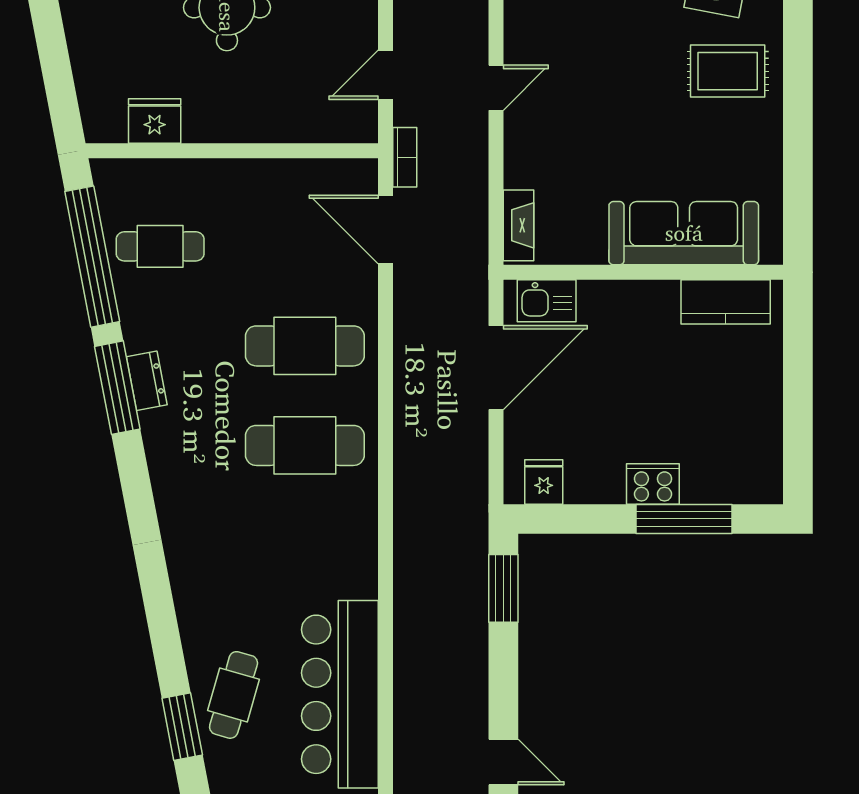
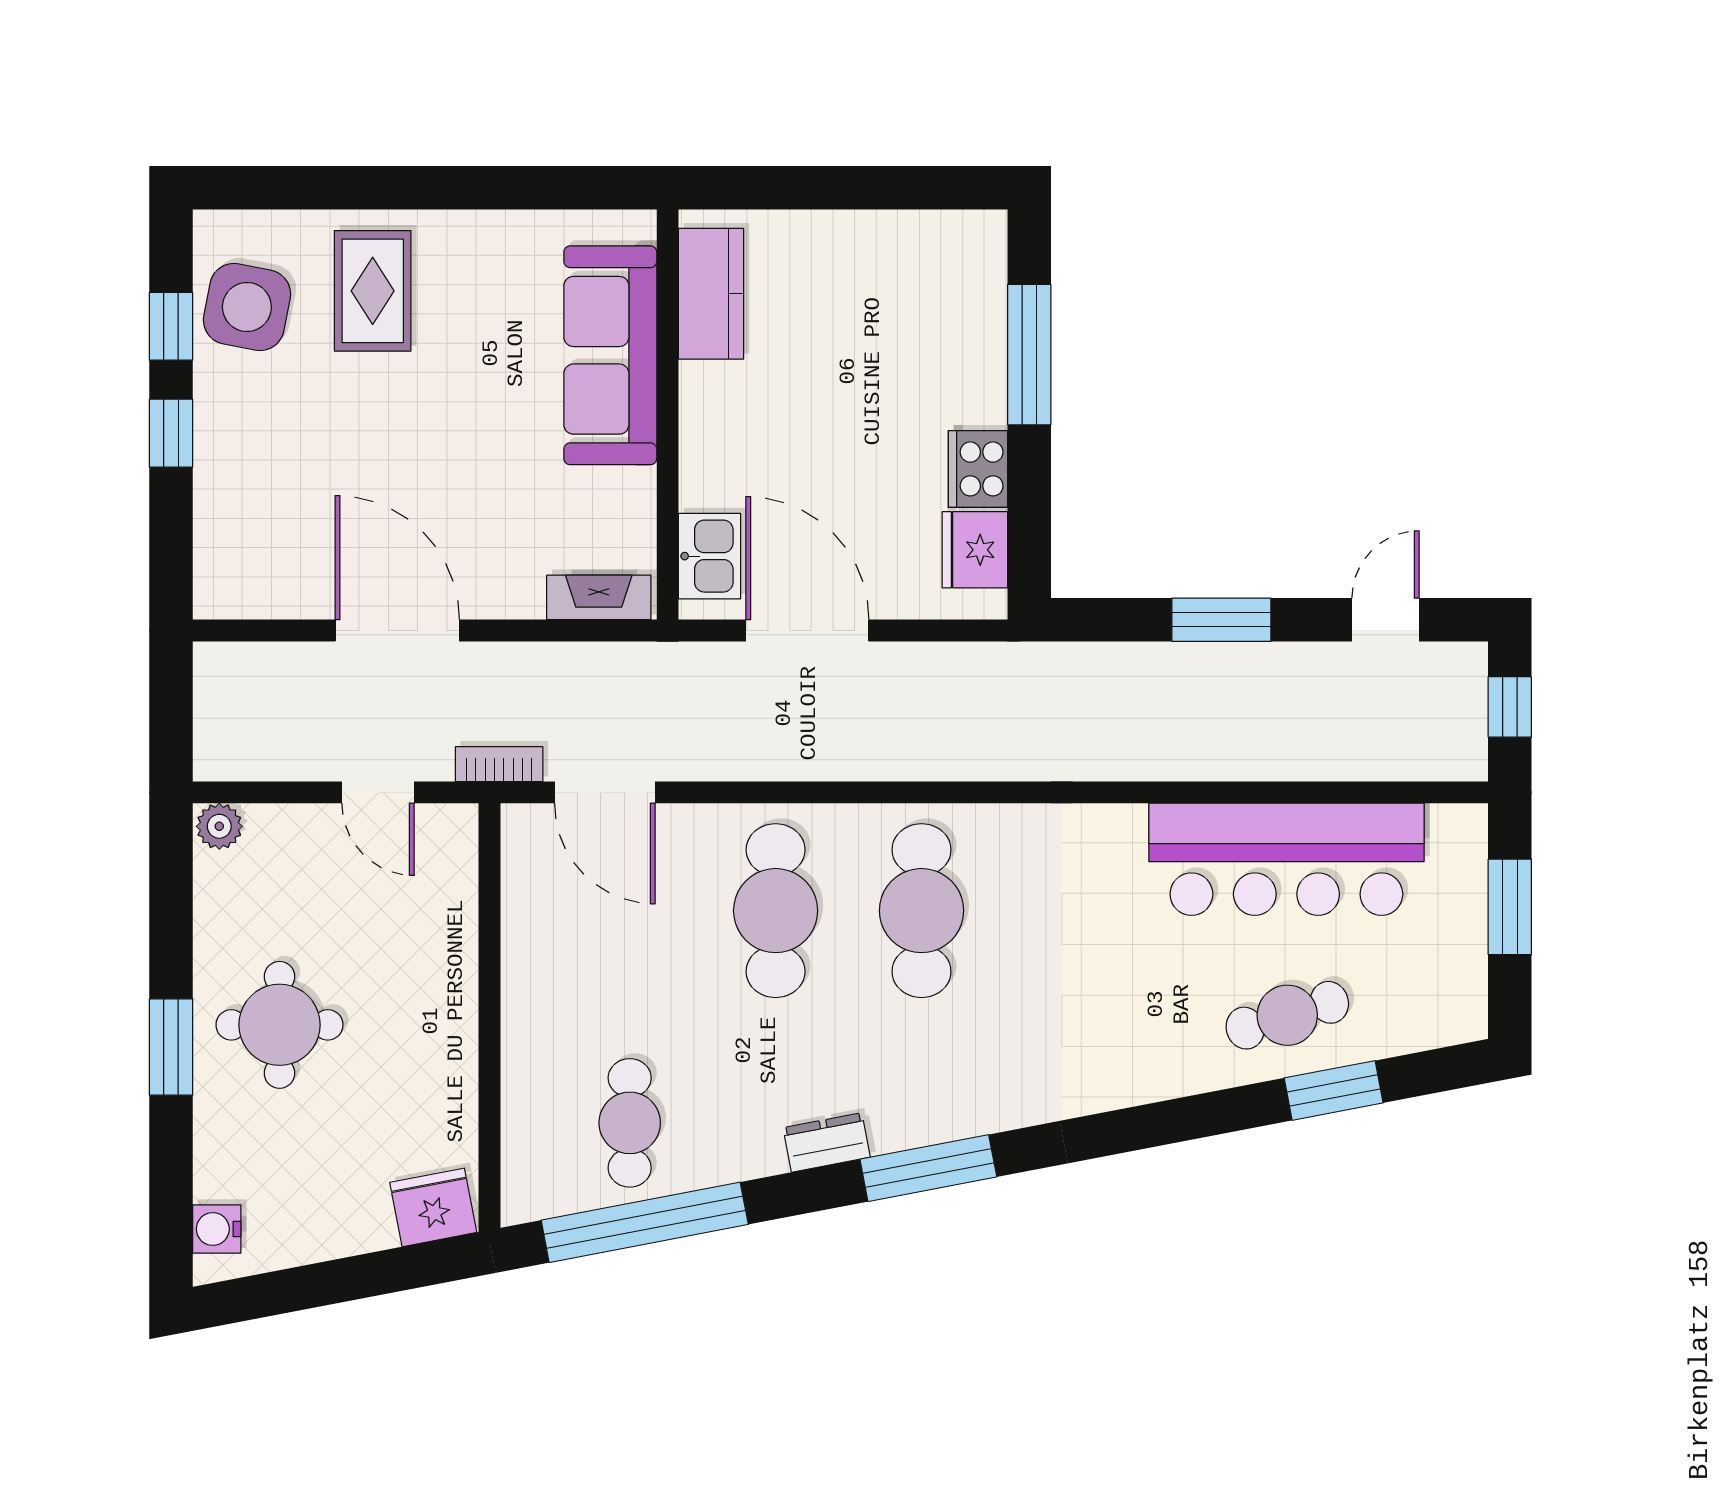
door: (496, 88) -> (397, 630), width x1.87
fridge: (155, 121) -> (433, 1207), moved, turned 79
door: (385, 229) -> (605, 792), hinge flipped
window: (117, 388) -> (928, 1168), moved
fridge: (544, 482) -> (975, 550), width x1.38
cooker: (653, 484) -> (978, 469), moved
window: (503, 588) -> (1221, 620), moved
cafe table: (234, 695) -> (1287, 1015), turned -33

